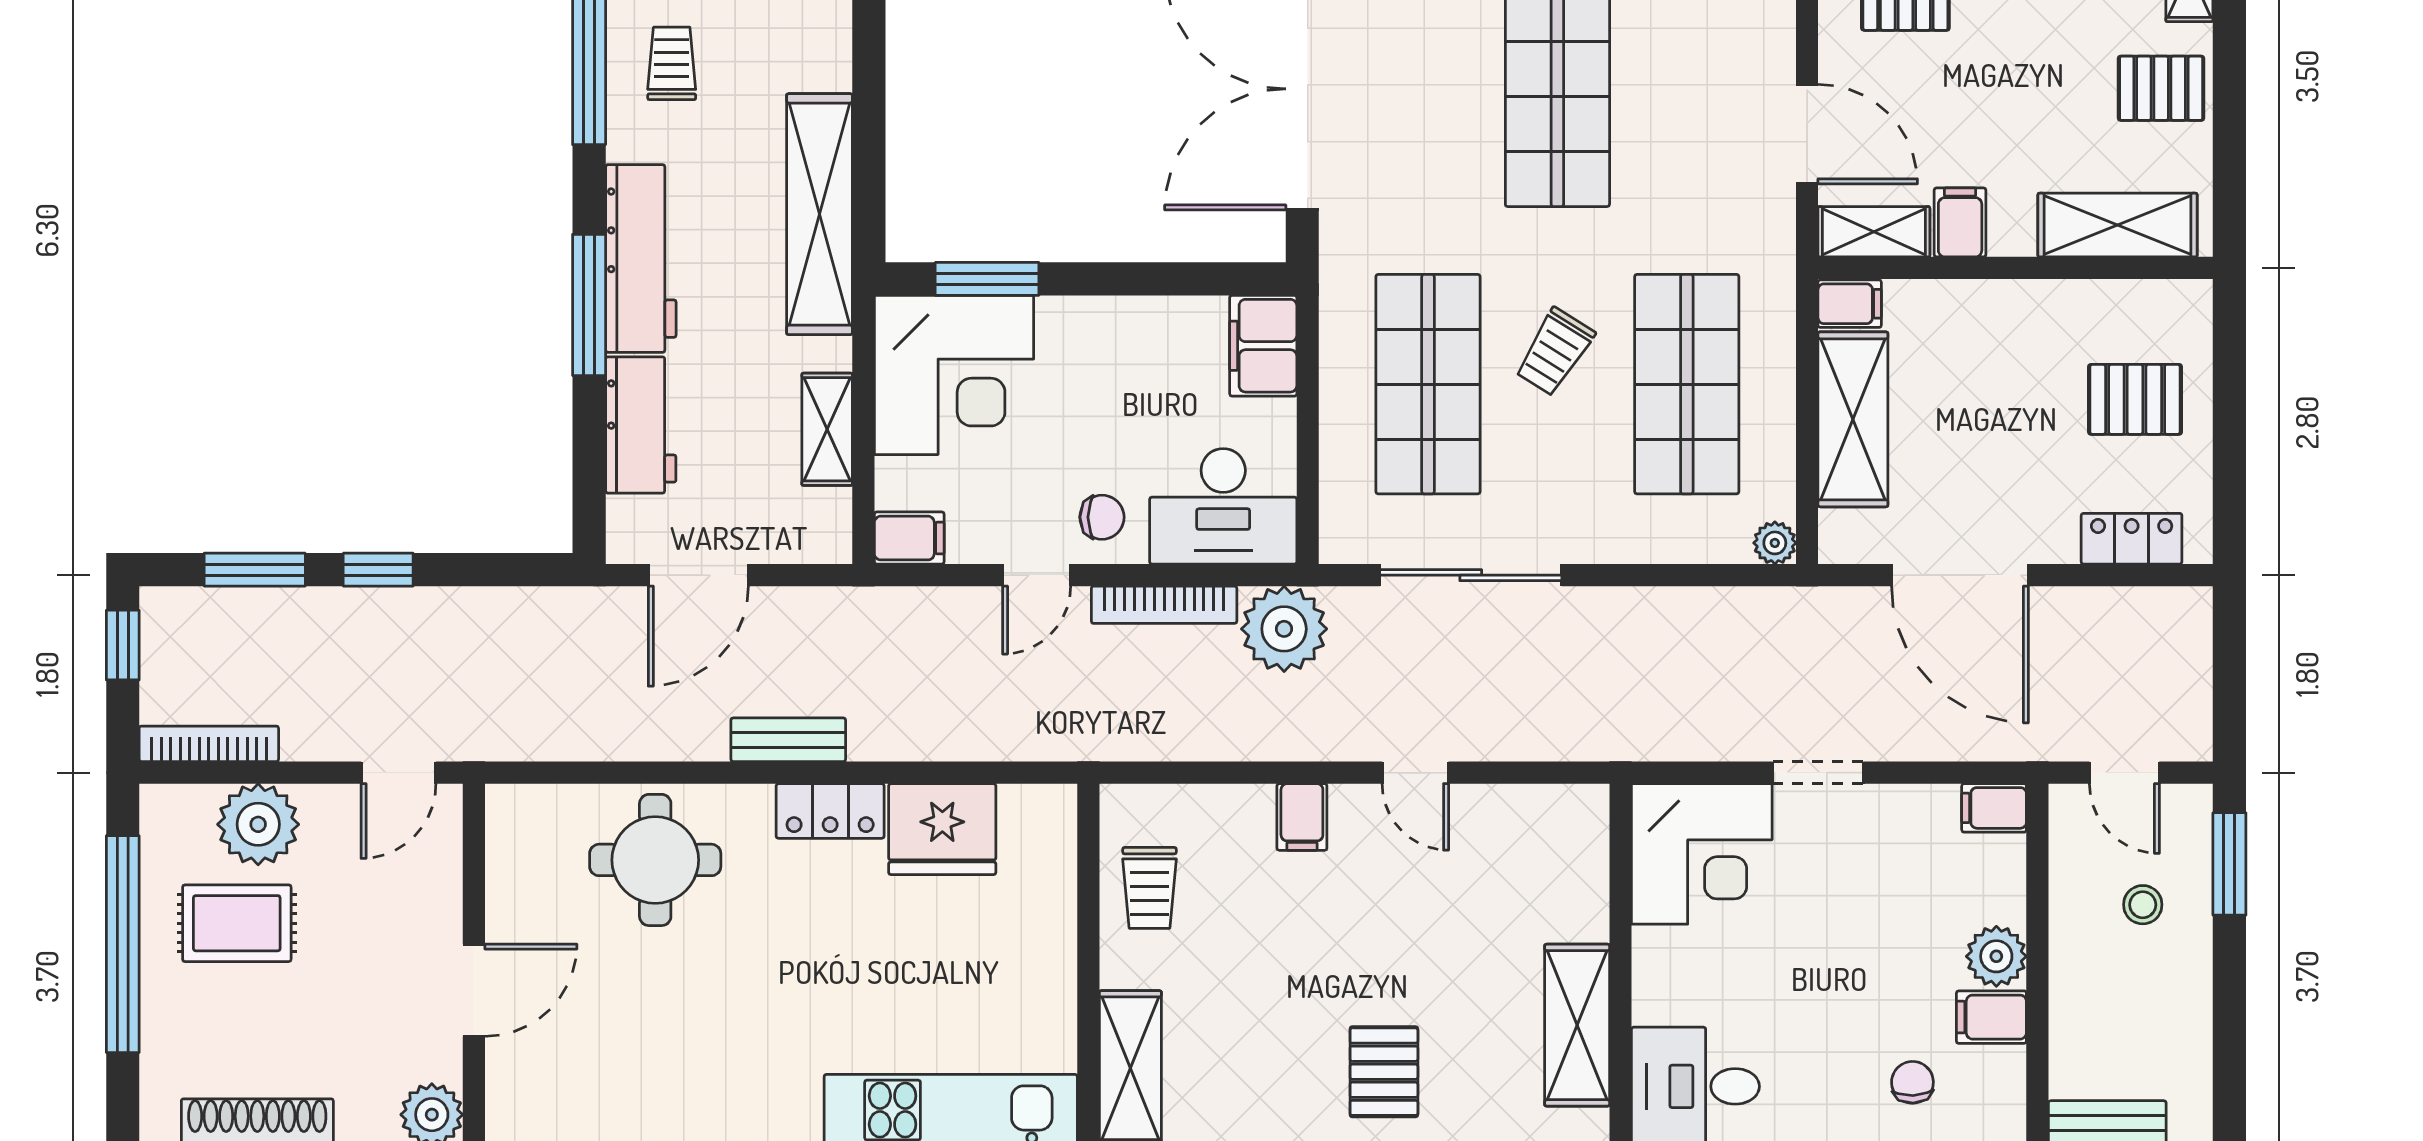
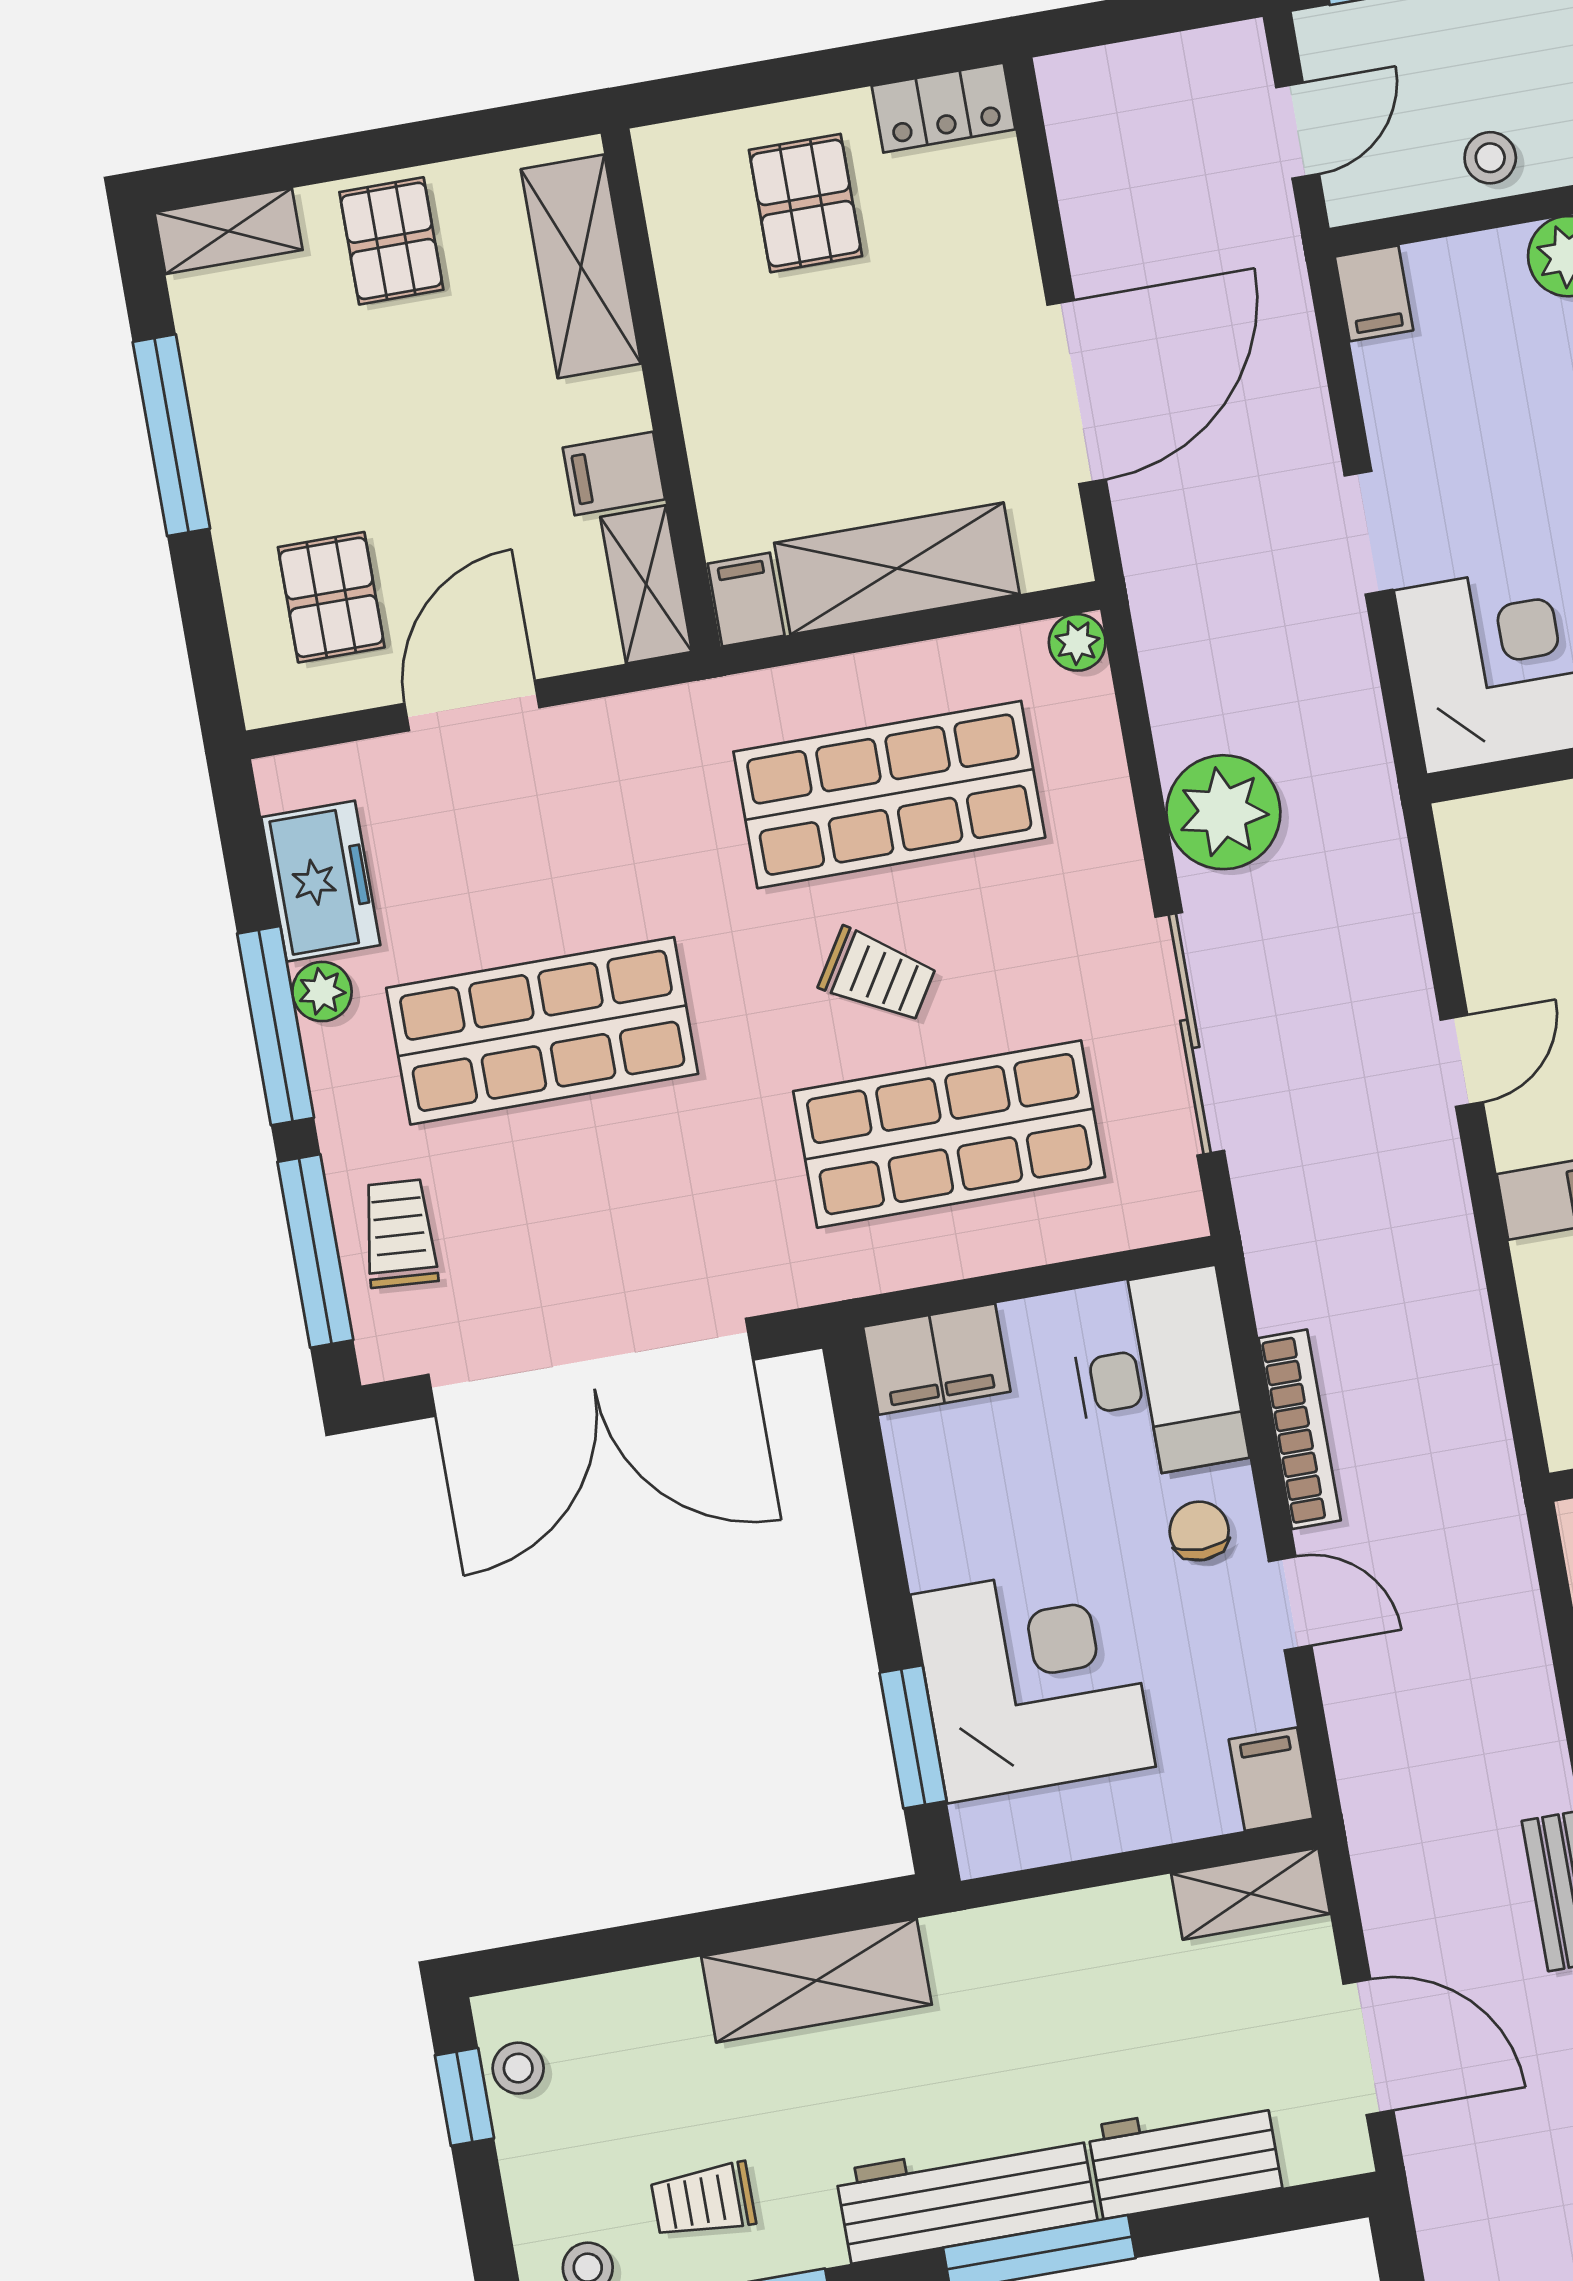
door: (1807, 134) -> (472, 706), moved
shelving: (820, 214) -> (816, 1981), width x0.68
corner desk: (954, 375) -> (1033, 1681), moved
shelving: (827, 429) -> (1251, 1894), moved
locker: (2132, 539) -> (944, 108), moved, turned -90
plant: (1284, 629) -> (1223, 812), moved
stool: (2143, 905) -> (1490, 158), moved

